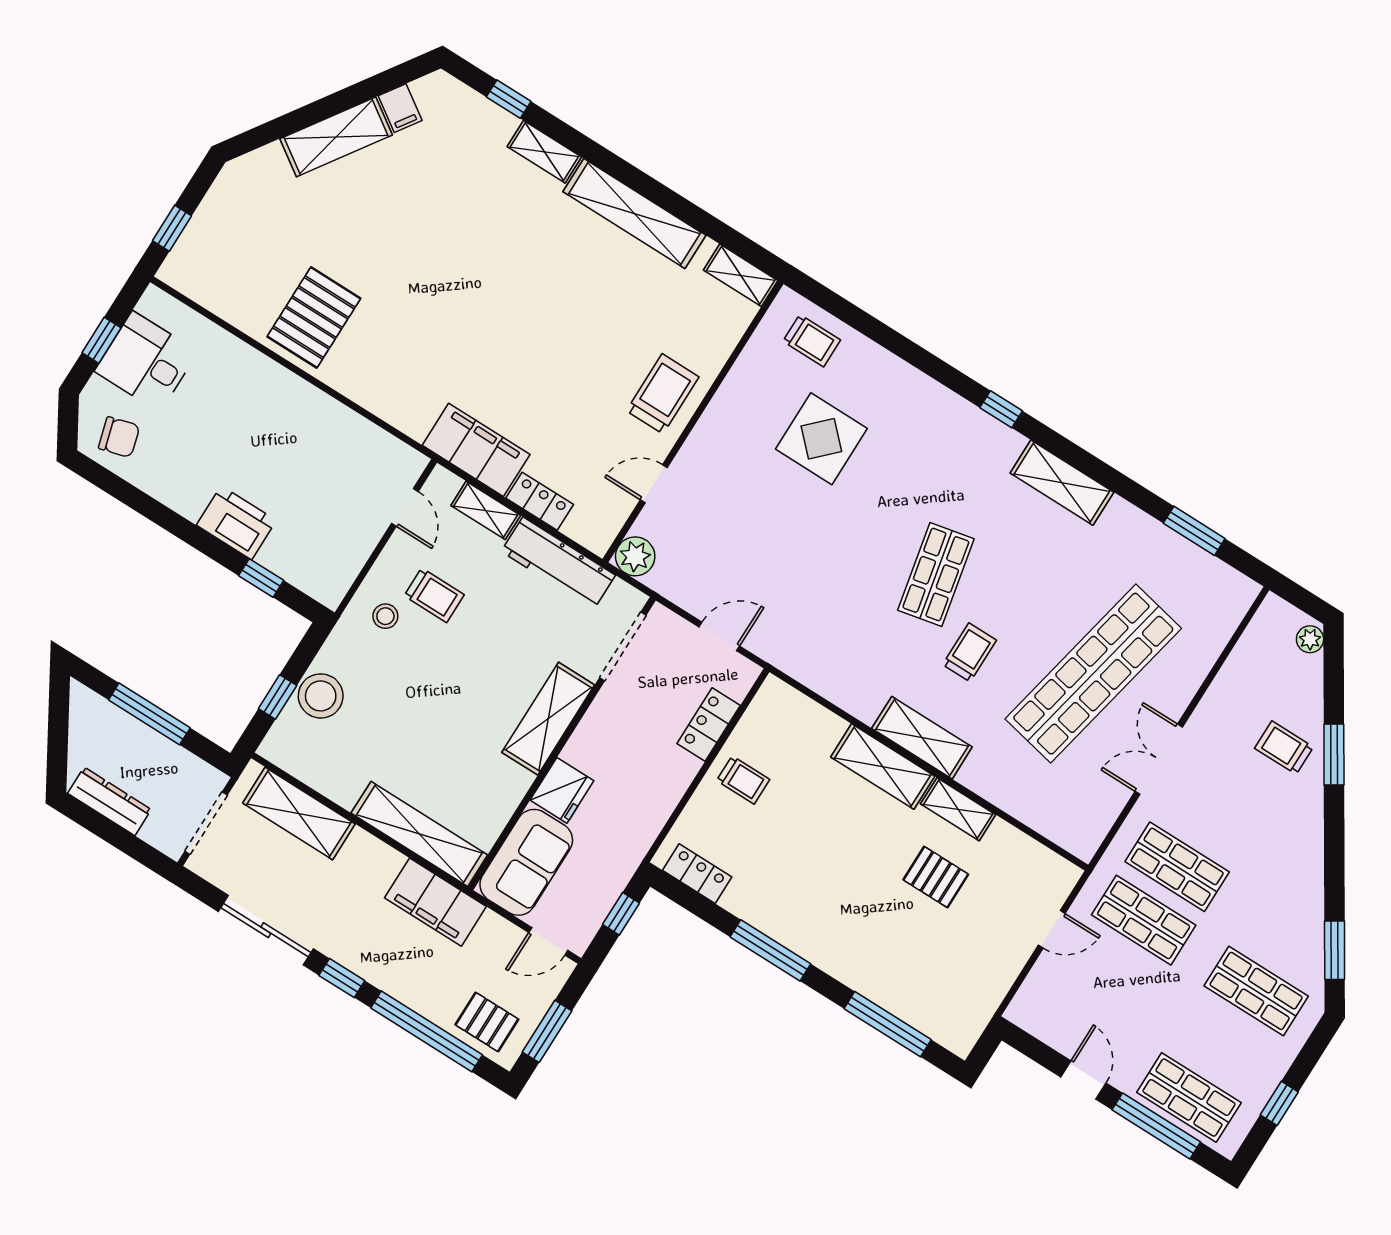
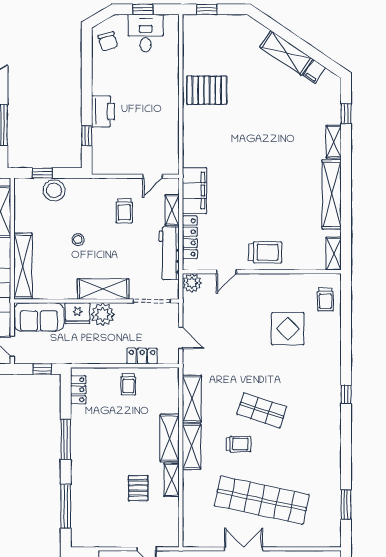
shelving: (1062, 483) -> (192, 399), moved
door: (654, 484) -> (226, 272), swing flipped
locker: (540, 501) -> (190, 237), width x1.53
shop shelf: (936, 575) -> (262, 410), turned 30
stool: (385, 616) -> (78, 240), moved
plant: (592, 747) -> (103, 314), added

